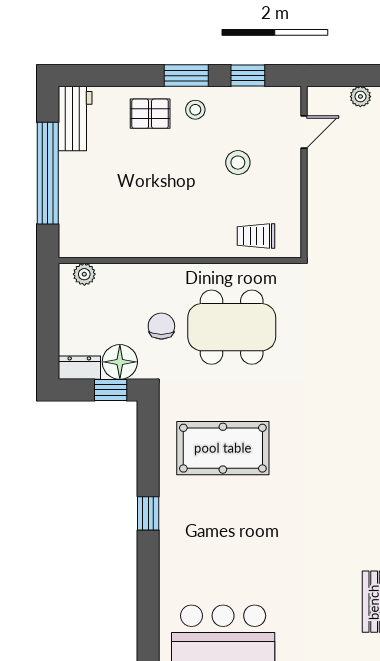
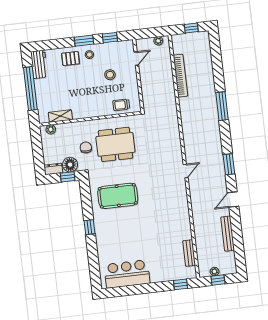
shelving: (110, 246) -> (60, 116), added

